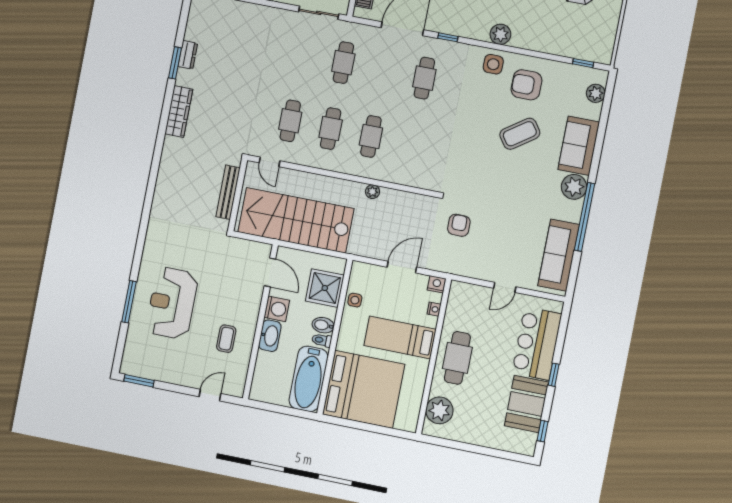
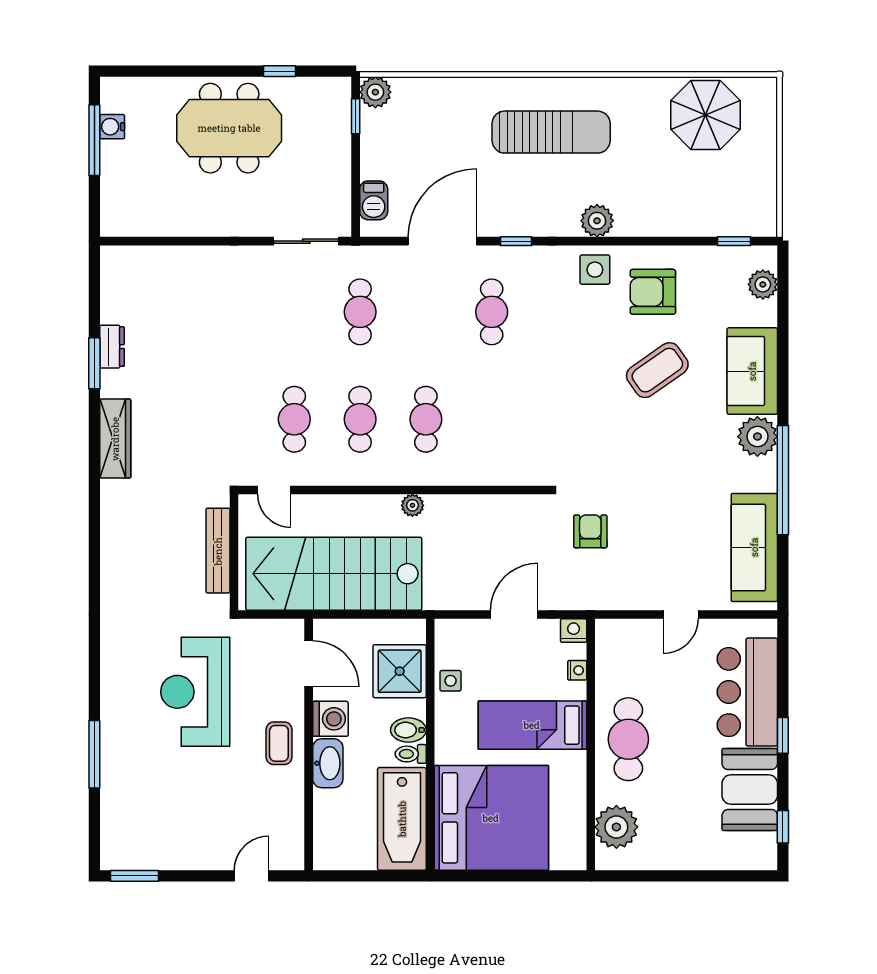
plant: (372, 192) -> (412, 505), moved
reception desk: (172, 303) -> (195, 692), moved
coffee table: (226, 339) -> (279, 743), moved

